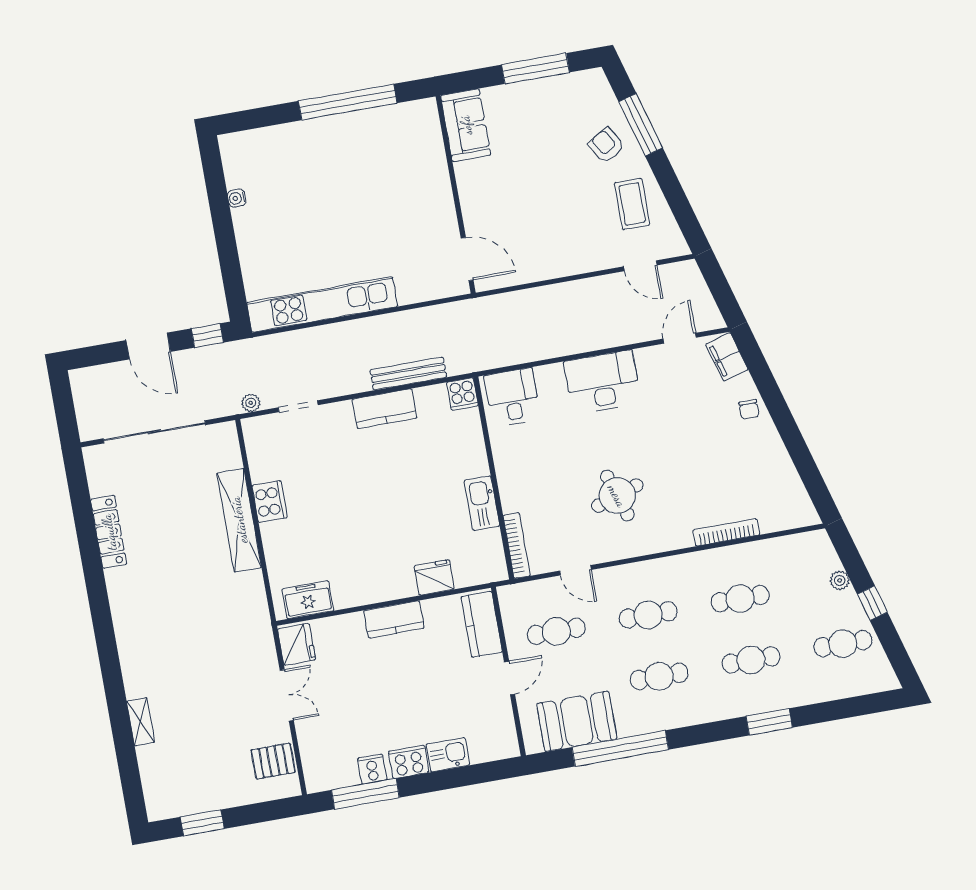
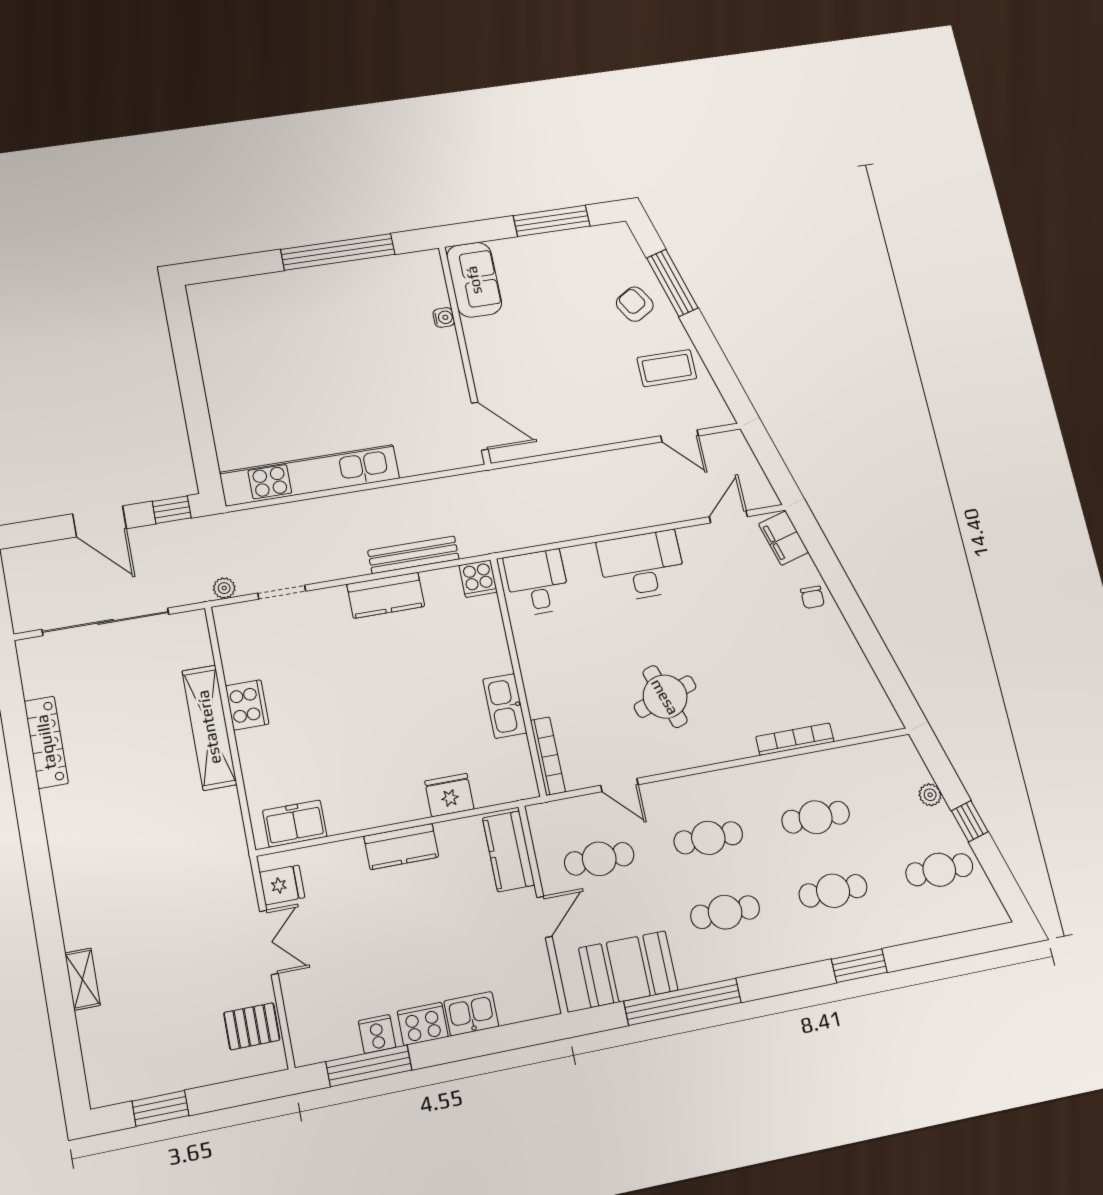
water cooler: (237, 198) -> (444, 318), moved, turned 180
coffee table: (632, 204) -> (667, 368), turned 90
fridge: (296, 644) -> (282, 885), width x0.72

